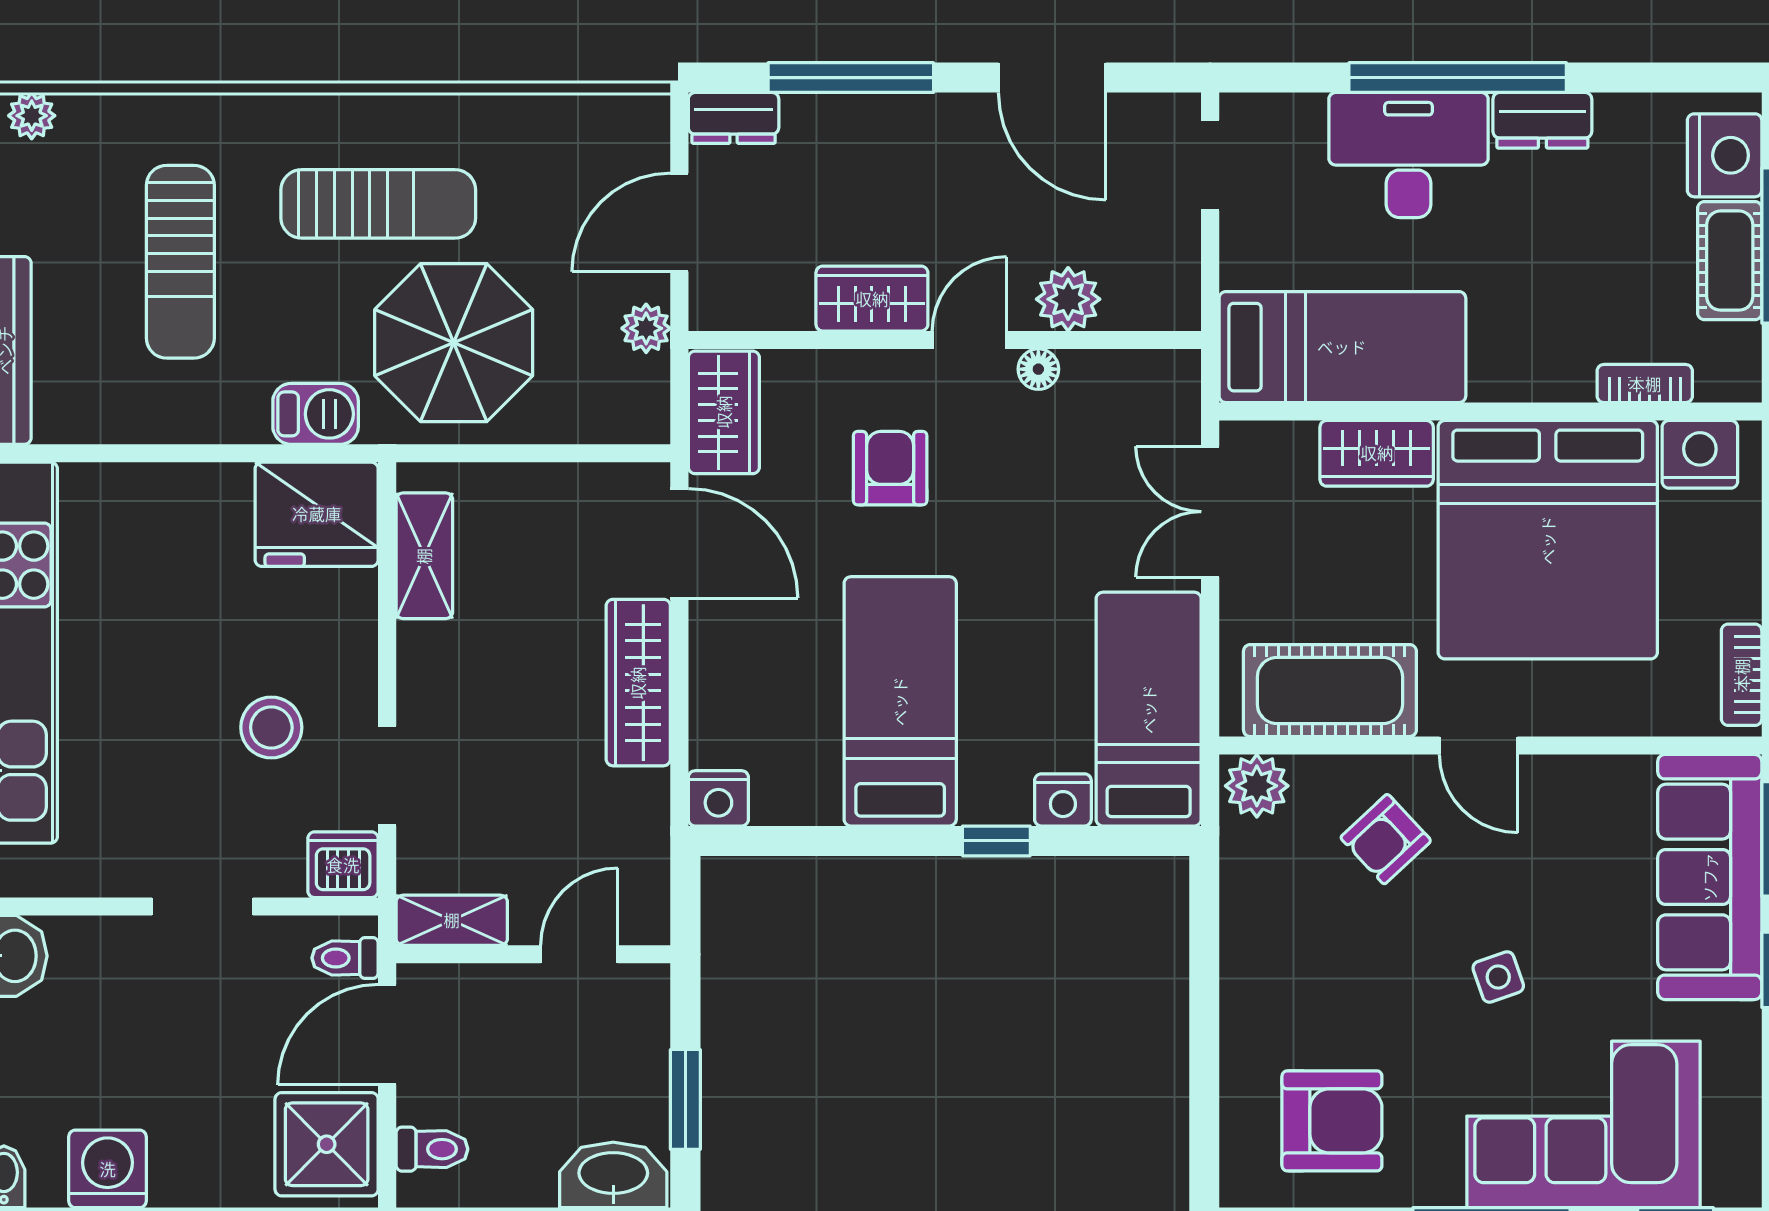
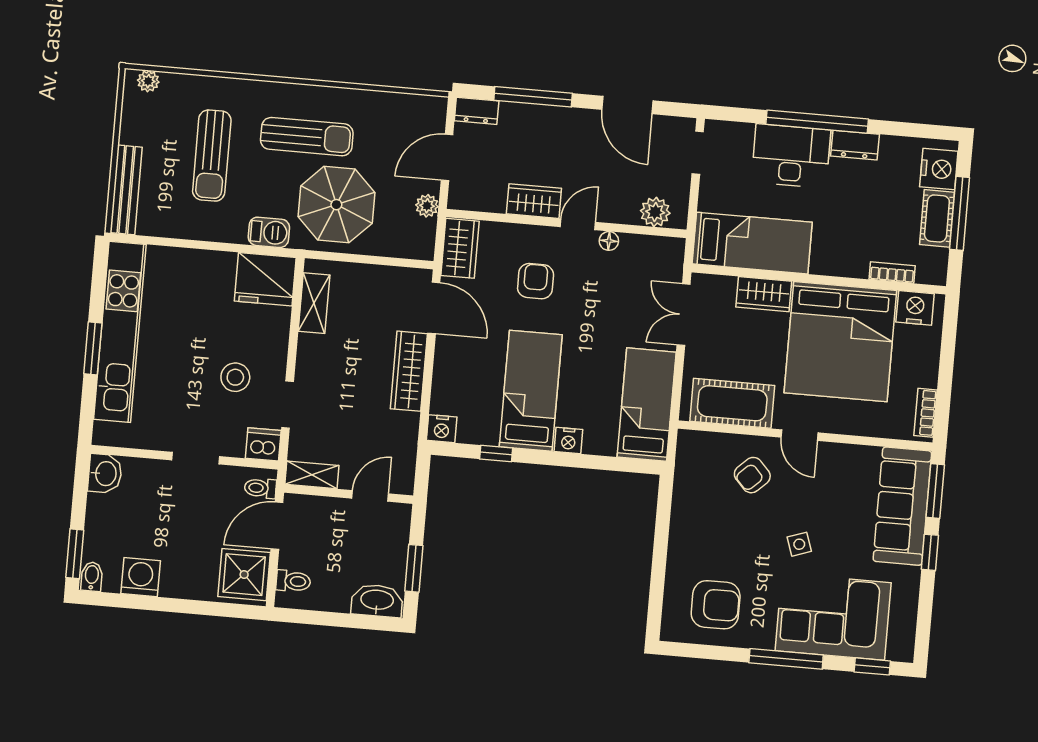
plant: (1068, 299) -> (655, 212), moved
plant: (1257, 786) -> (694, 445), removed
nightstand: (1063, 800) -> (568, 441), moved
window: (996, 841) -> (496, 454), moved

